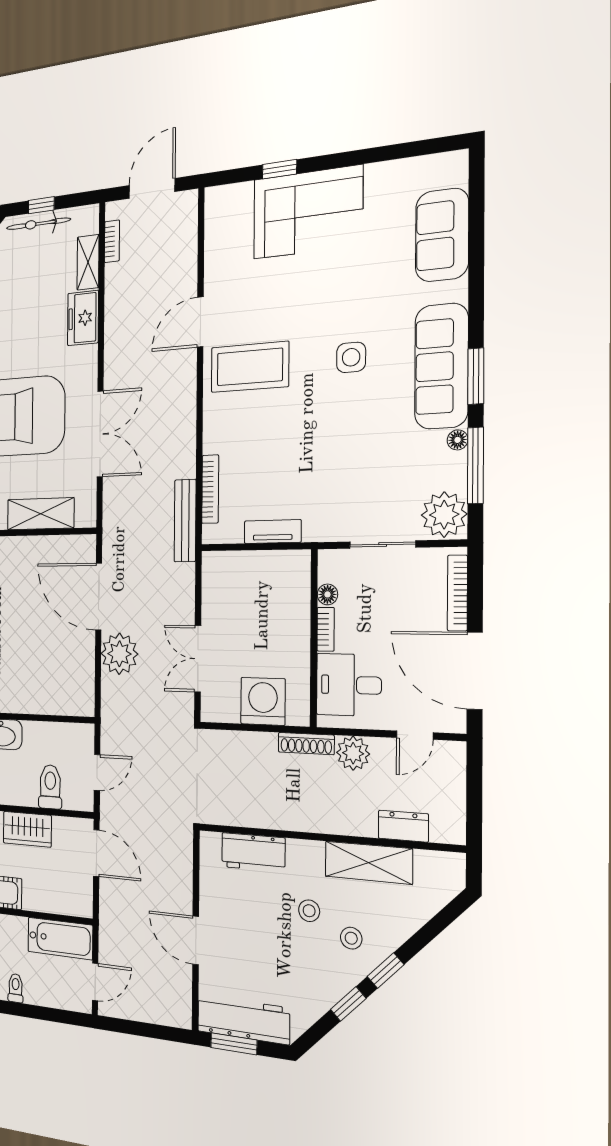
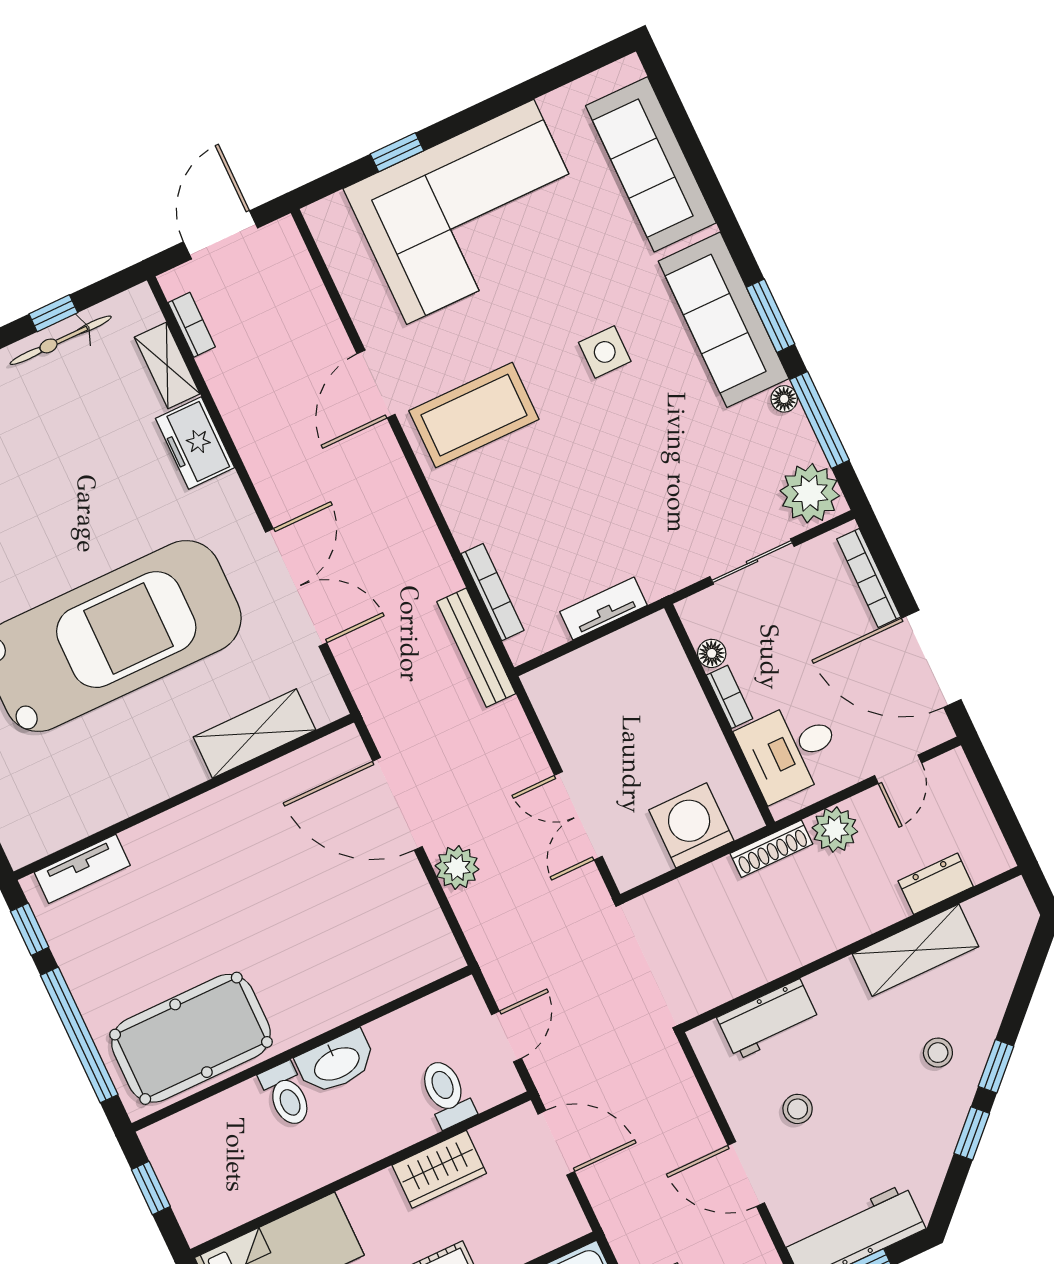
corner sofa: (308, 212) -> (470, 212), width x1.36, depth x1.36
sofa: (442, 235) -> (651, 164), width x1.36
plant: (119, 654) -> (457, 868), width x0.73, depth x0.73
stool: (309, 911) -> (798, 1109), moved

